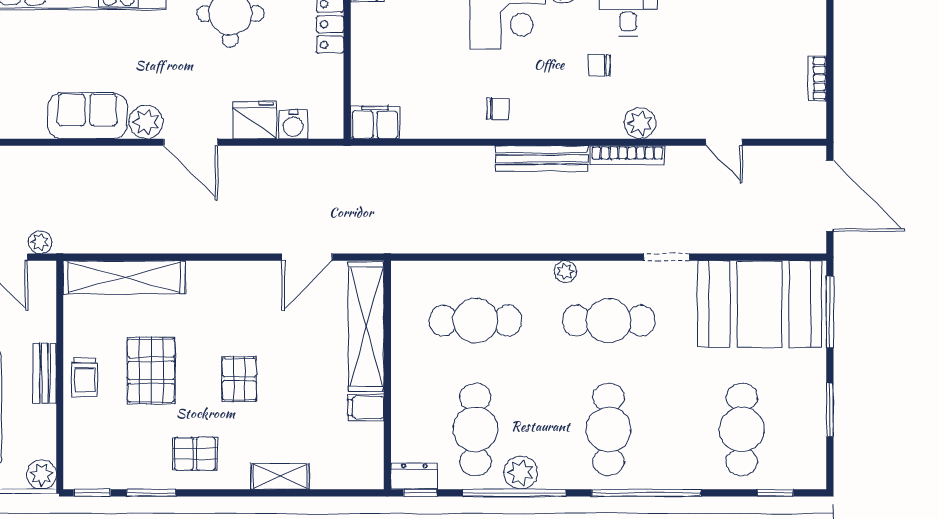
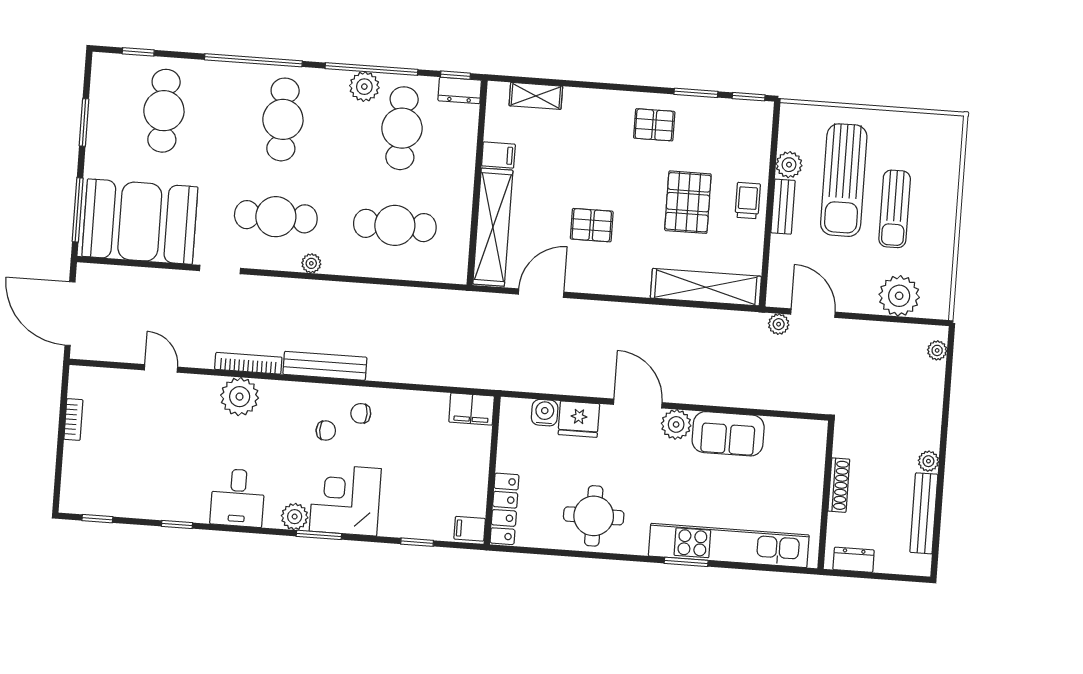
chair: (599, 65) -> (326, 431), moved
plant: (640, 123) -> (240, 397), width x1.36, depth x1.36
pallet: (239, 379) -> (592, 225), moved, turned 90
plant: (42, 475) -> (789, 165), moved
shelving: (280, 476) -> (536, 96), moved

